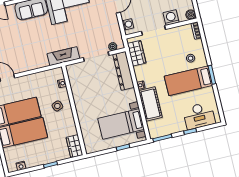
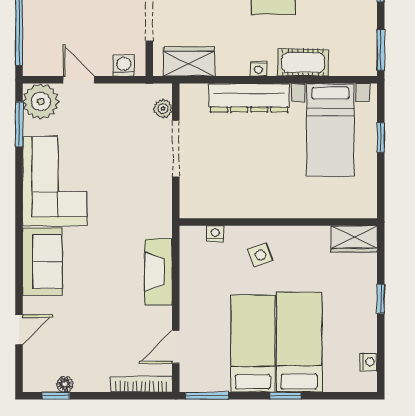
fireplace: (63, 56) -> (159, 272), moved
dresser: (124, 71) -> (249, 98), moved
cot: (150, 104) -> (303, 62), width x0.73, depth x0.75

